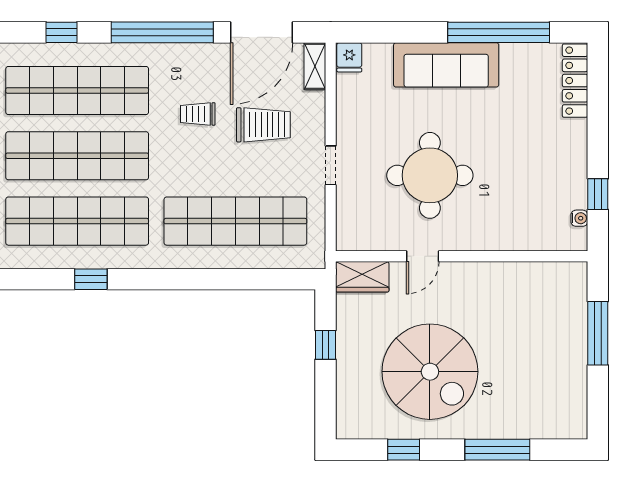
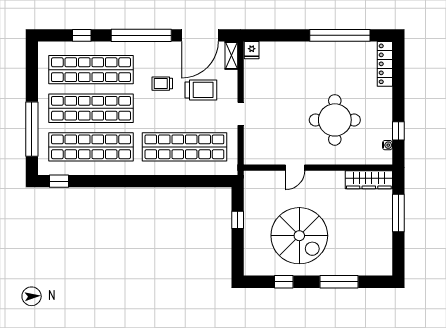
sofa: (446, 65) -> (309, 55), removed
round table: (430, 175) -> (335, 120), moved
wardrobe: (362, 277) -> (369, 180), moved, width x1.50
window: (91, 279) -> (59, 181), moved

